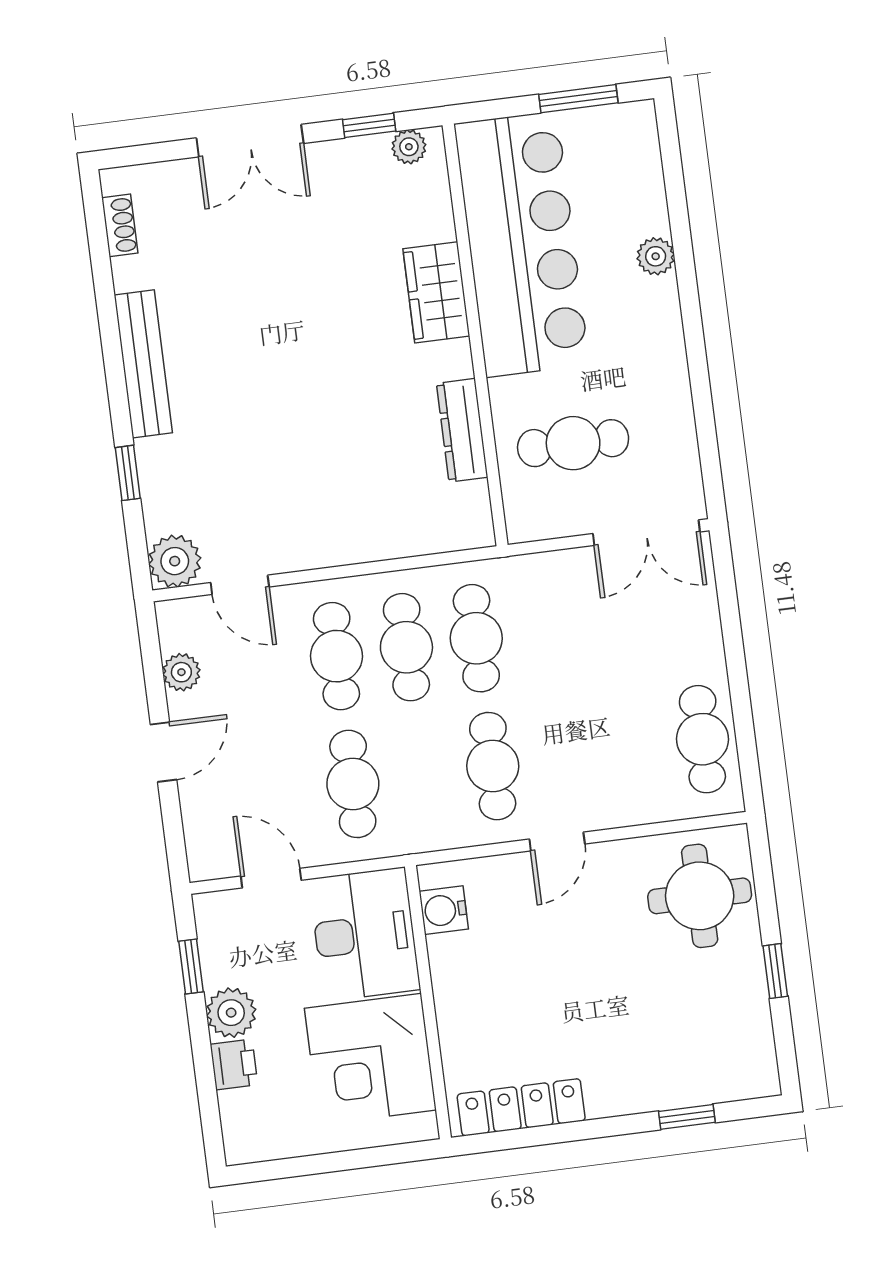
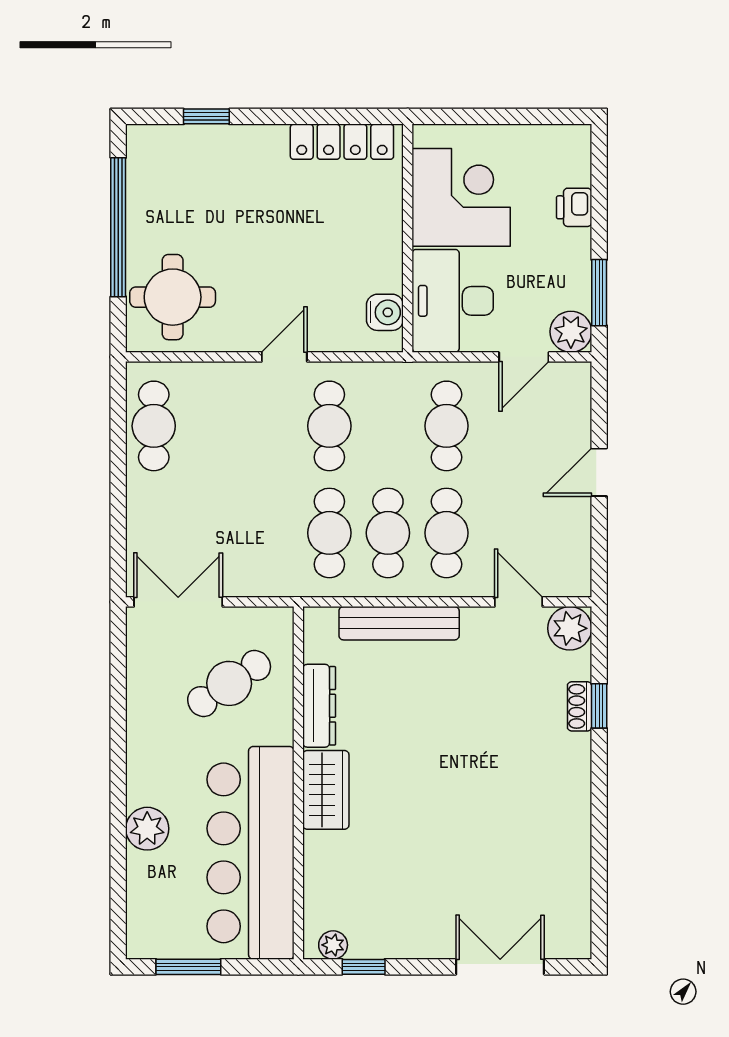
double door: (250, 141) -> (500, 967), moved
shoe rack: (120, 225) -> (580, 706), moved
plant: (656, 256) -> (147, 829), width x1.38, depth x1.38
wardrobe: (436, 292) -> (326, 790), moved
bench: (143, 364) -> (399, 623), moved, turned 90
cafe table: (573, 443) -> (229, 683), turned -34
plant: (181, 672) -> (576, 536), removed
door: (271, 878) -> (524, 357), hinge flipped
window: (191, 966) -> (599, 293), width x1.50
window: (775, 971) -> (118, 227), width x3.17
plant: (231, 1013) -> (571, 332), moved

